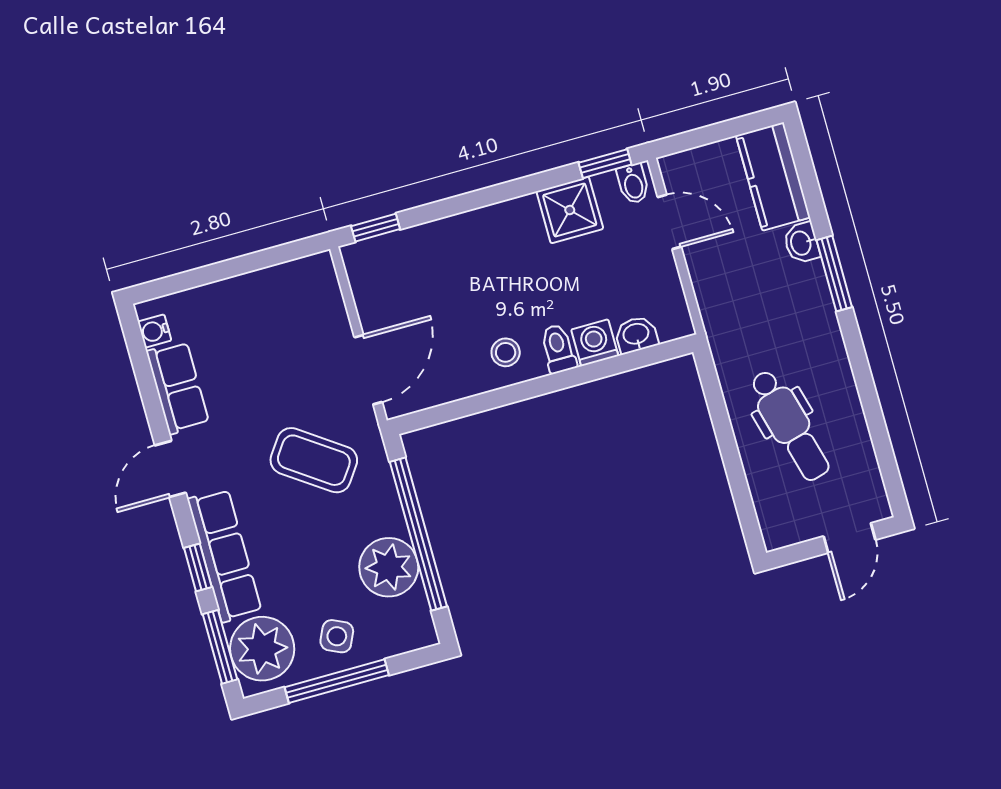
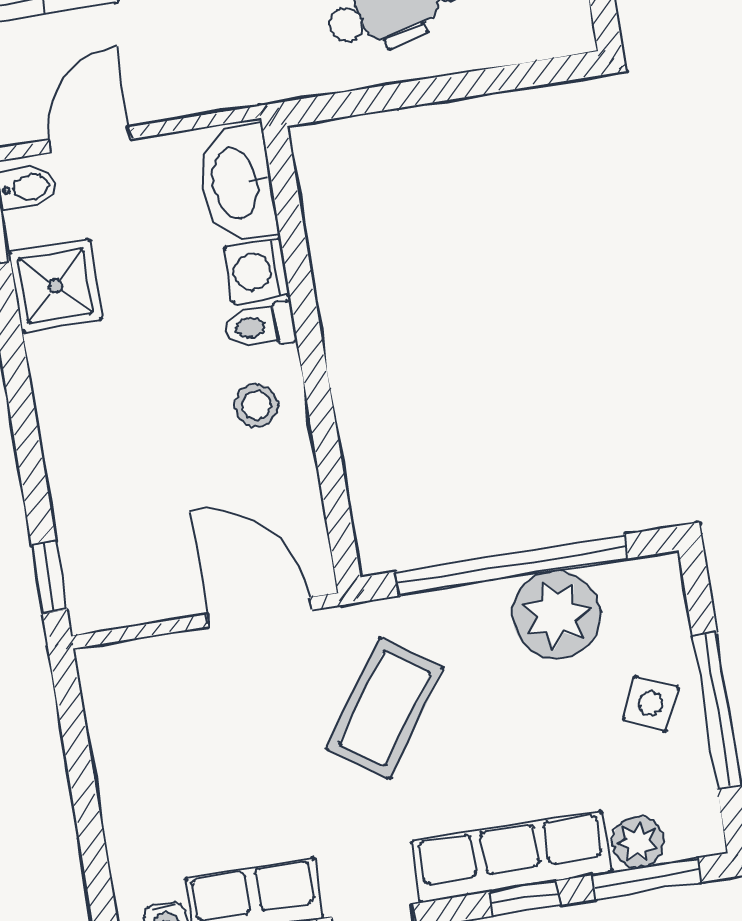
washbasin: (636, 335) -> (237, 183), width x1.91, depth x1.45
plant: (262, 649) -> (638, 842), width x0.53, depth x0.53

